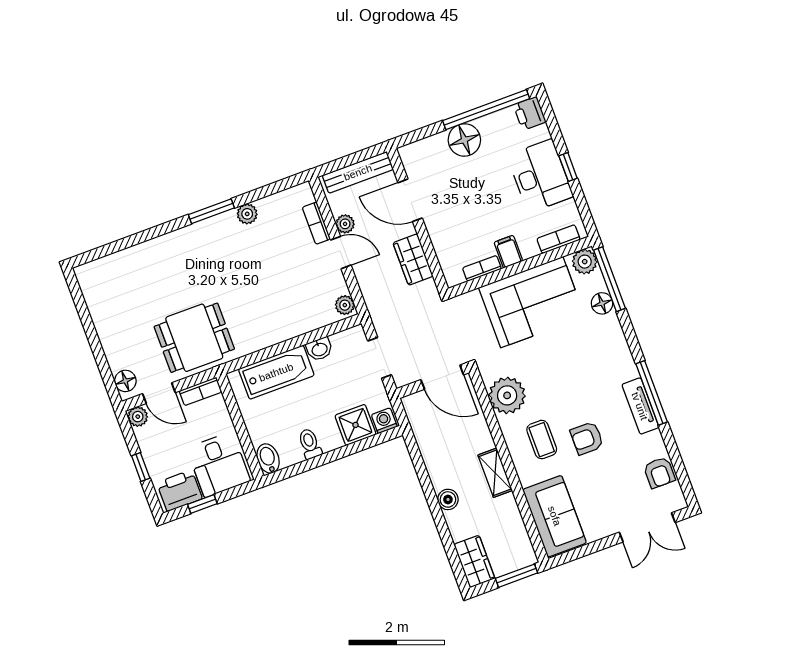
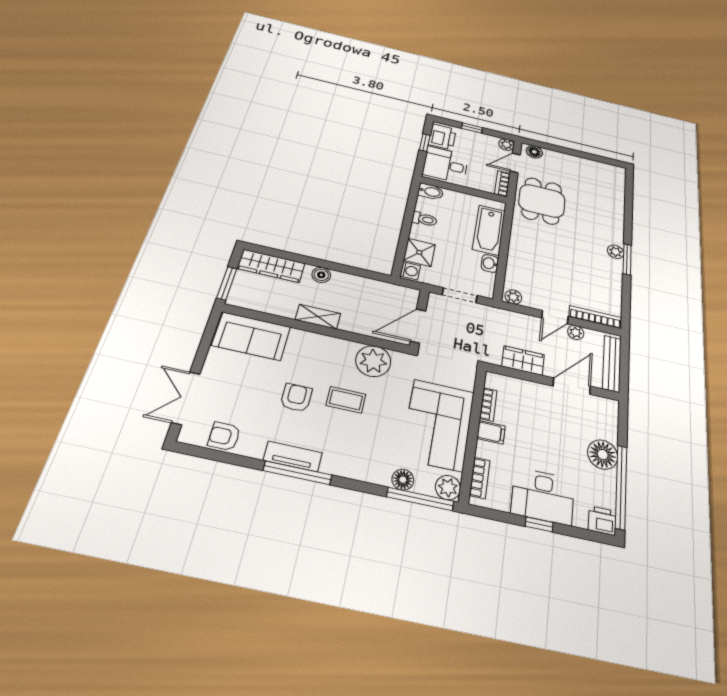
plant: (247, 214) -> (616, 252), moved
bookcase: (316, 223) -> (595, 317), width x1.56
coffee table: (542, 440) -> (346, 400), moved
wardrobe: (474, 561) -> (271, 266), width x1.50

